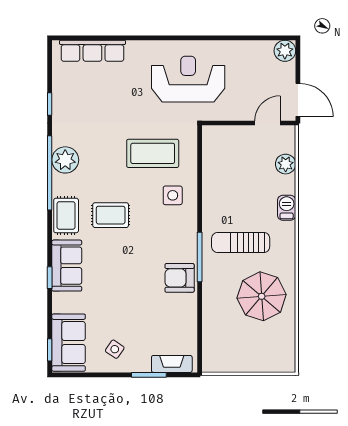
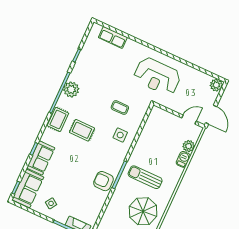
row of seats: (92, 51) -> (113, 37), width x0.68
reception desk: (188, 79) -> (157, 76), turned 180
coffee table: (153, 153) -> (120, 108), width x0.54, depth x0.58
barbecue: (287, 208) -> (183, 159), moved
sofa: (67, 266) -> (41, 158), moved

